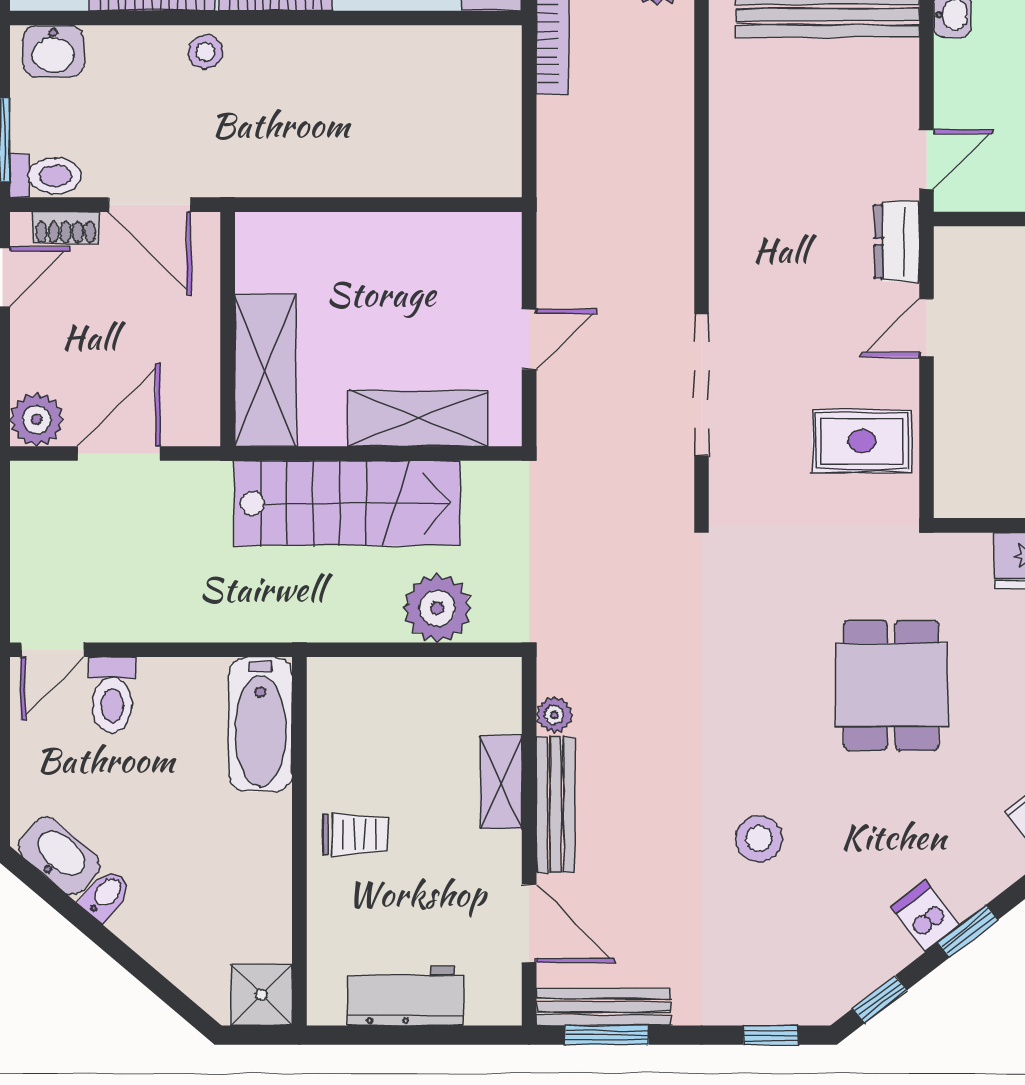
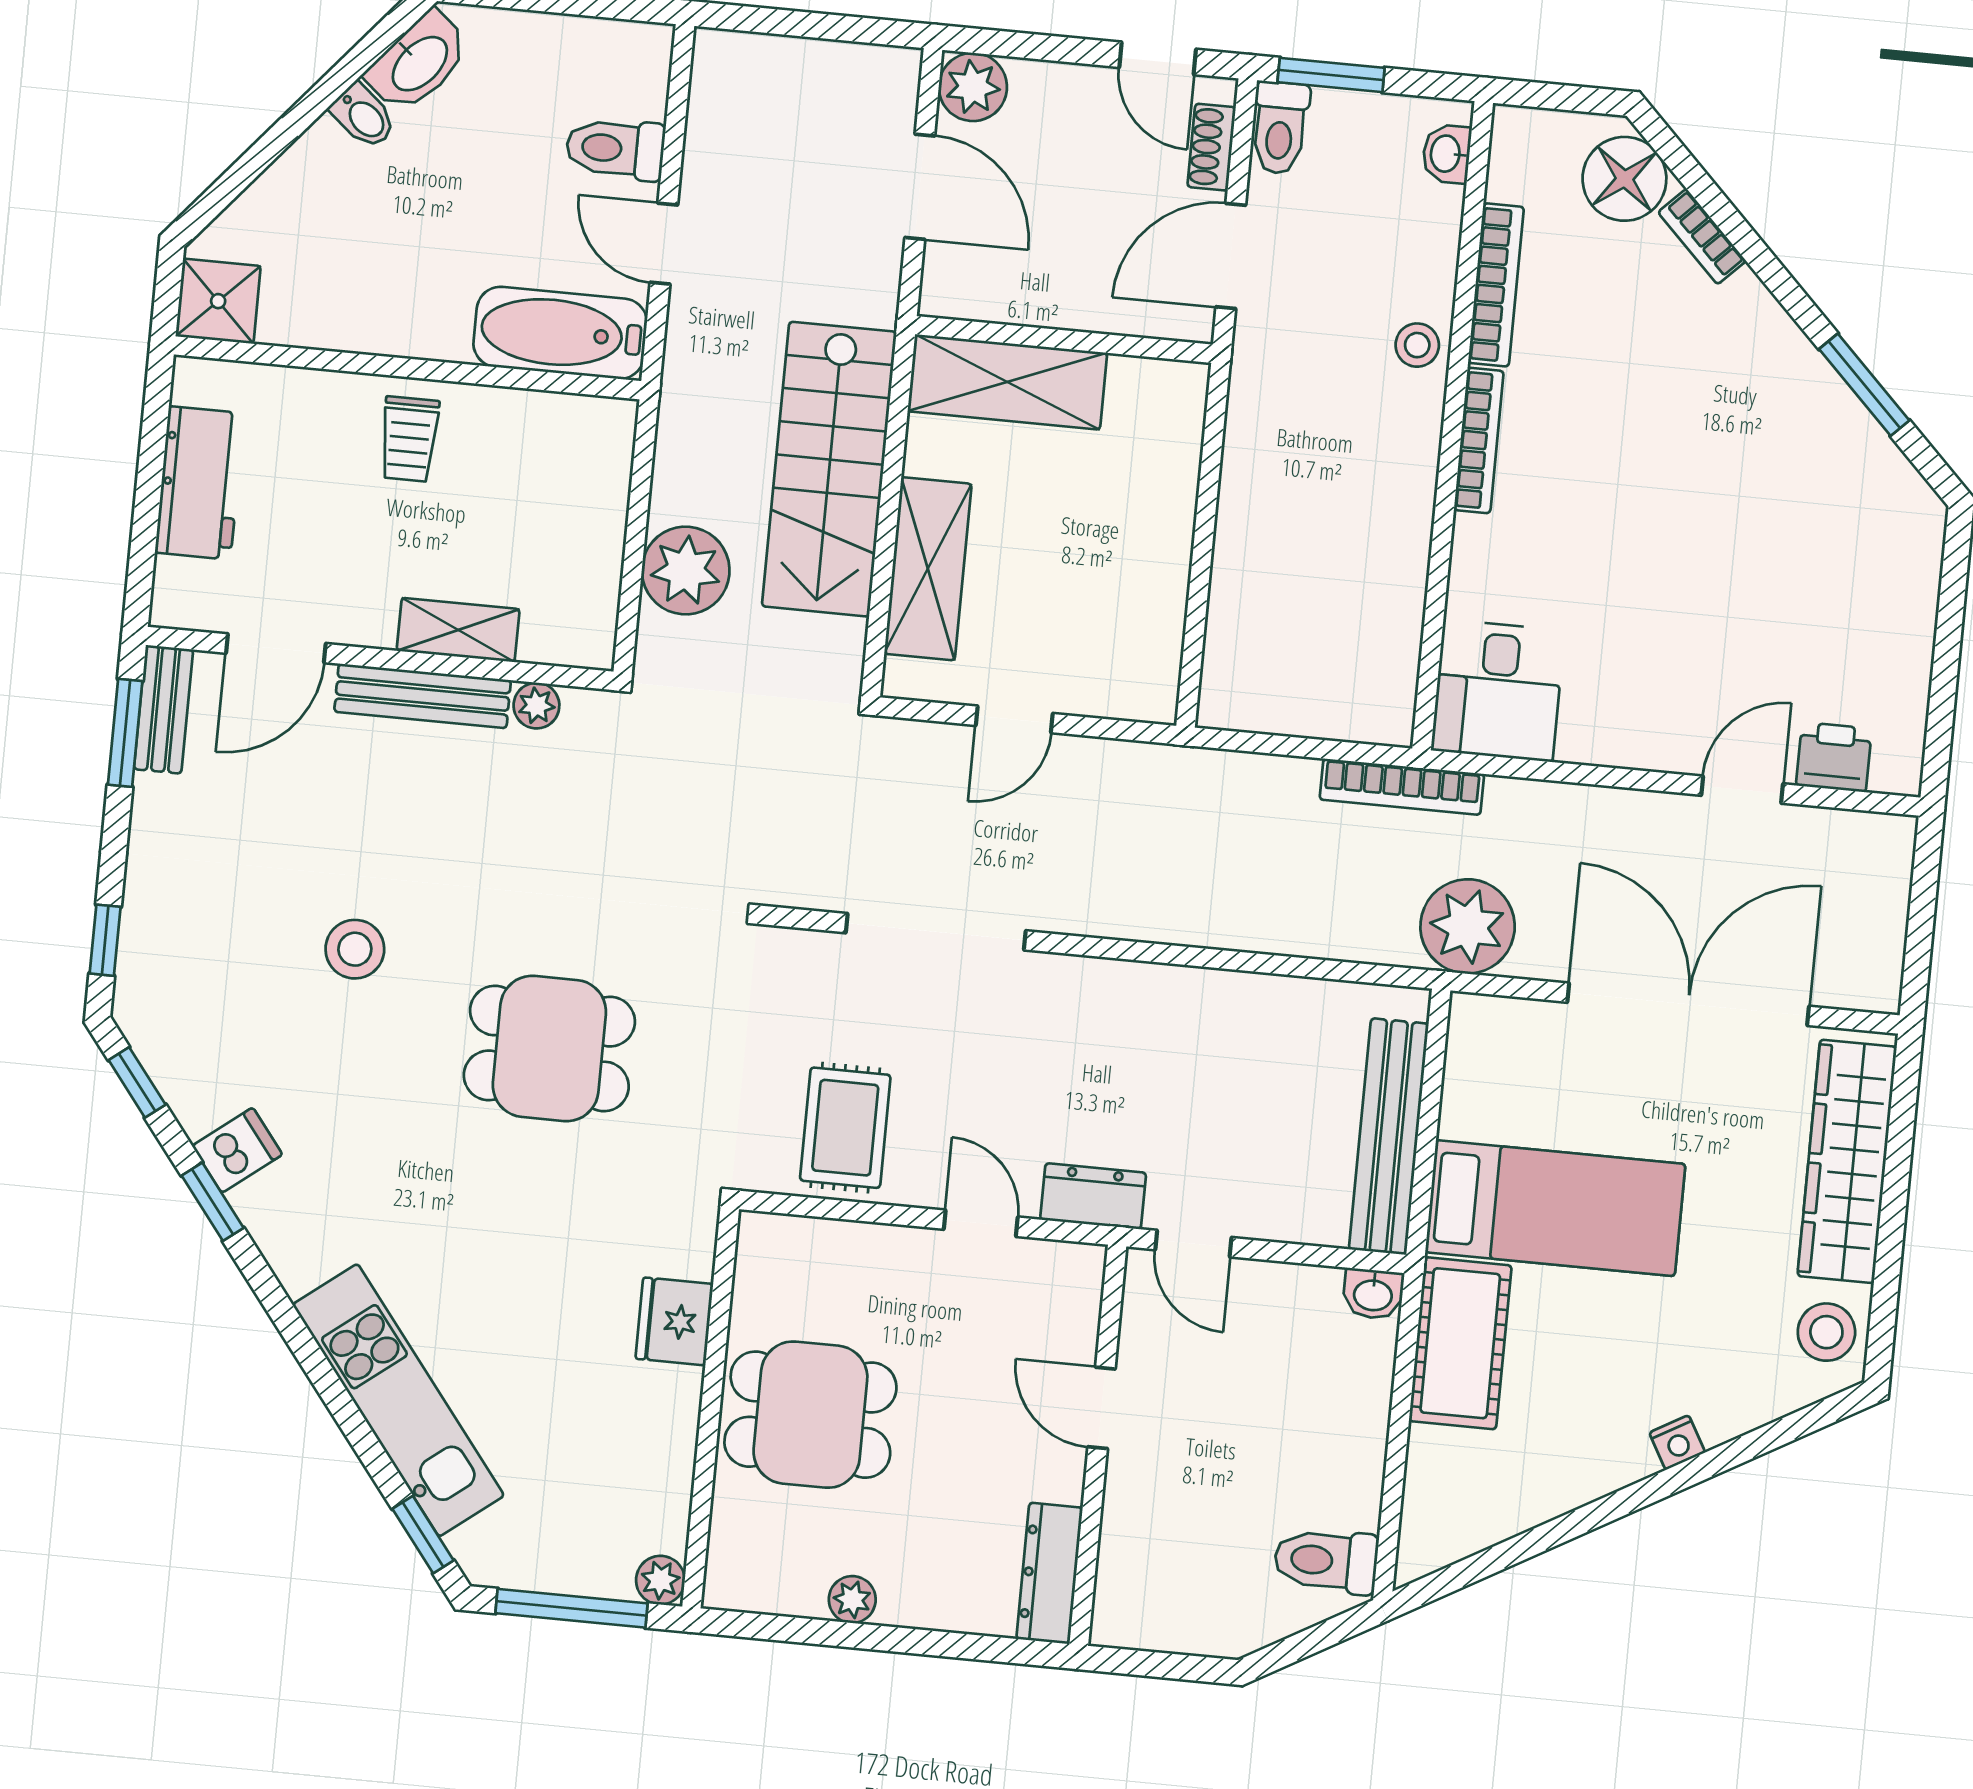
washbasin: (53, 51) -> (1447, 154), width x0.72, depth x0.69
door: (529, 339) -> (1014, 719), hinge flipped
door: (53, 650) -> (664, 244), moved
dining table: (891, 685) -> (549, 1048), moved
bench: (603, 1007) -> (163, 709), width x0.73

